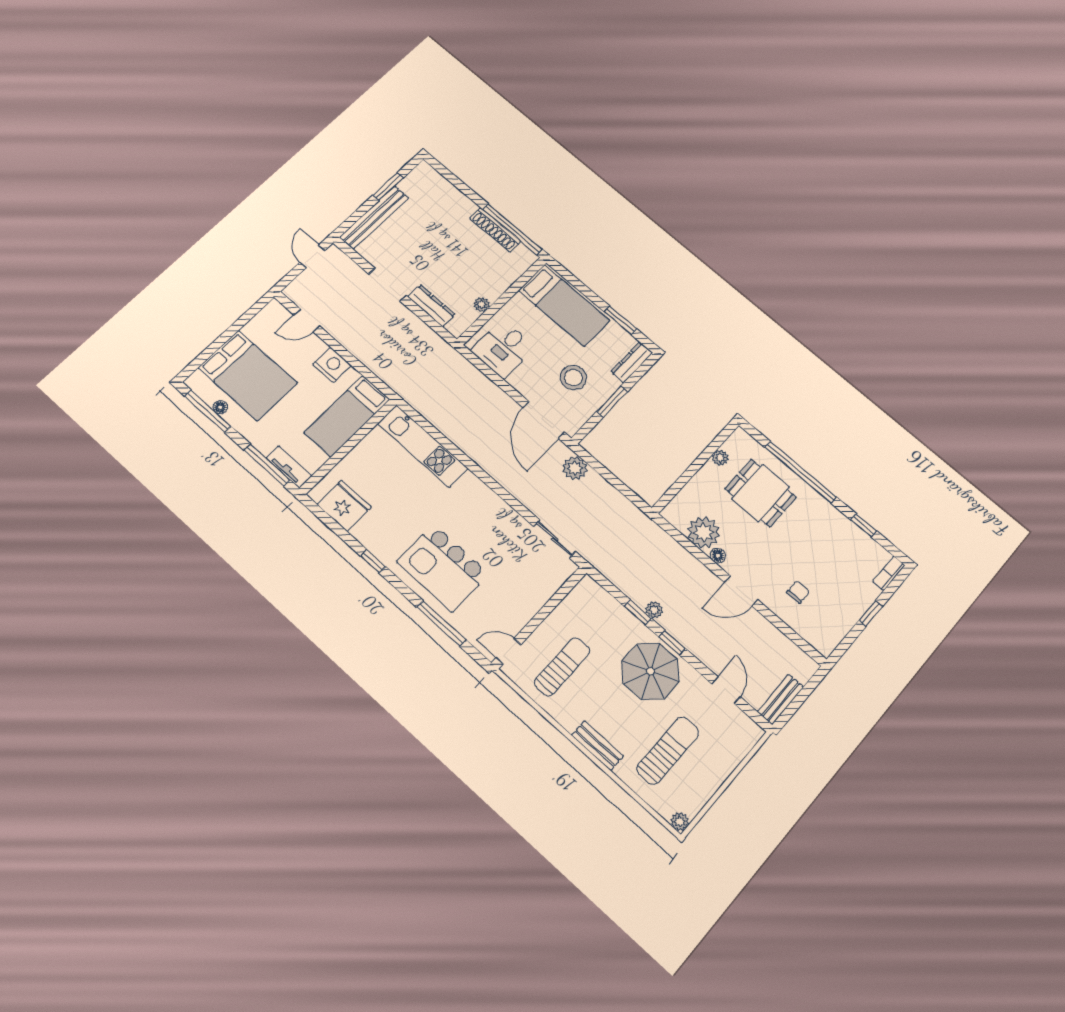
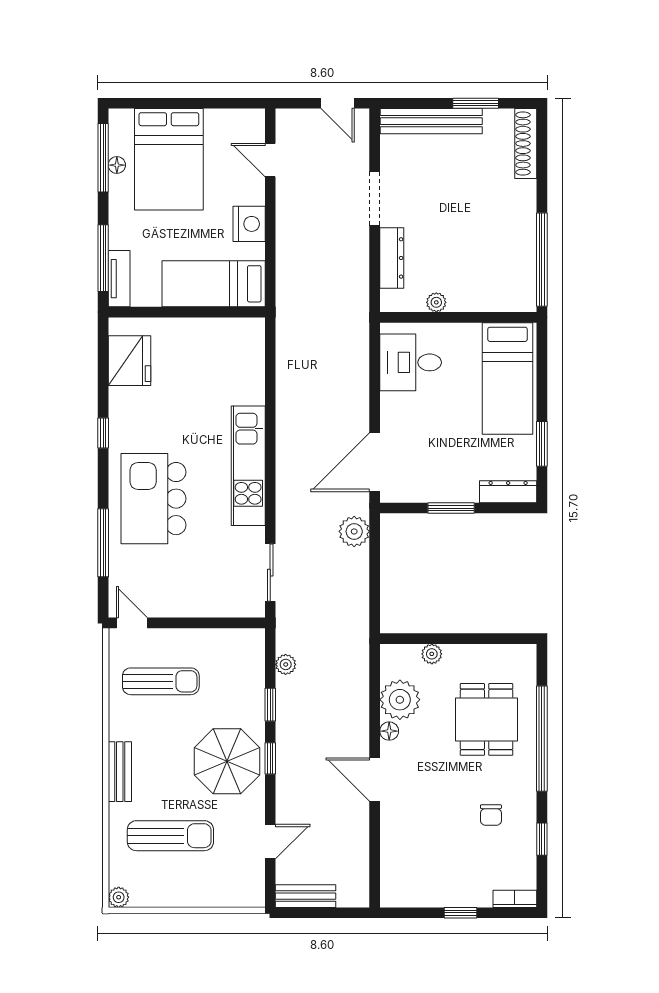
shoe rack: (495, 230) -> (526, 144), moved
door: (312, 256) -> (338, 103), swing flipped
stool: (573, 378) -> (442, 452), removed
kitchen unit: (423, 446) -> (248, 466), moved
plant: (720, 458) -> (432, 654), moved
chair: (798, 592) -> (491, 815), moved, turned 90
plant: (654, 610) -> (286, 664), moved

